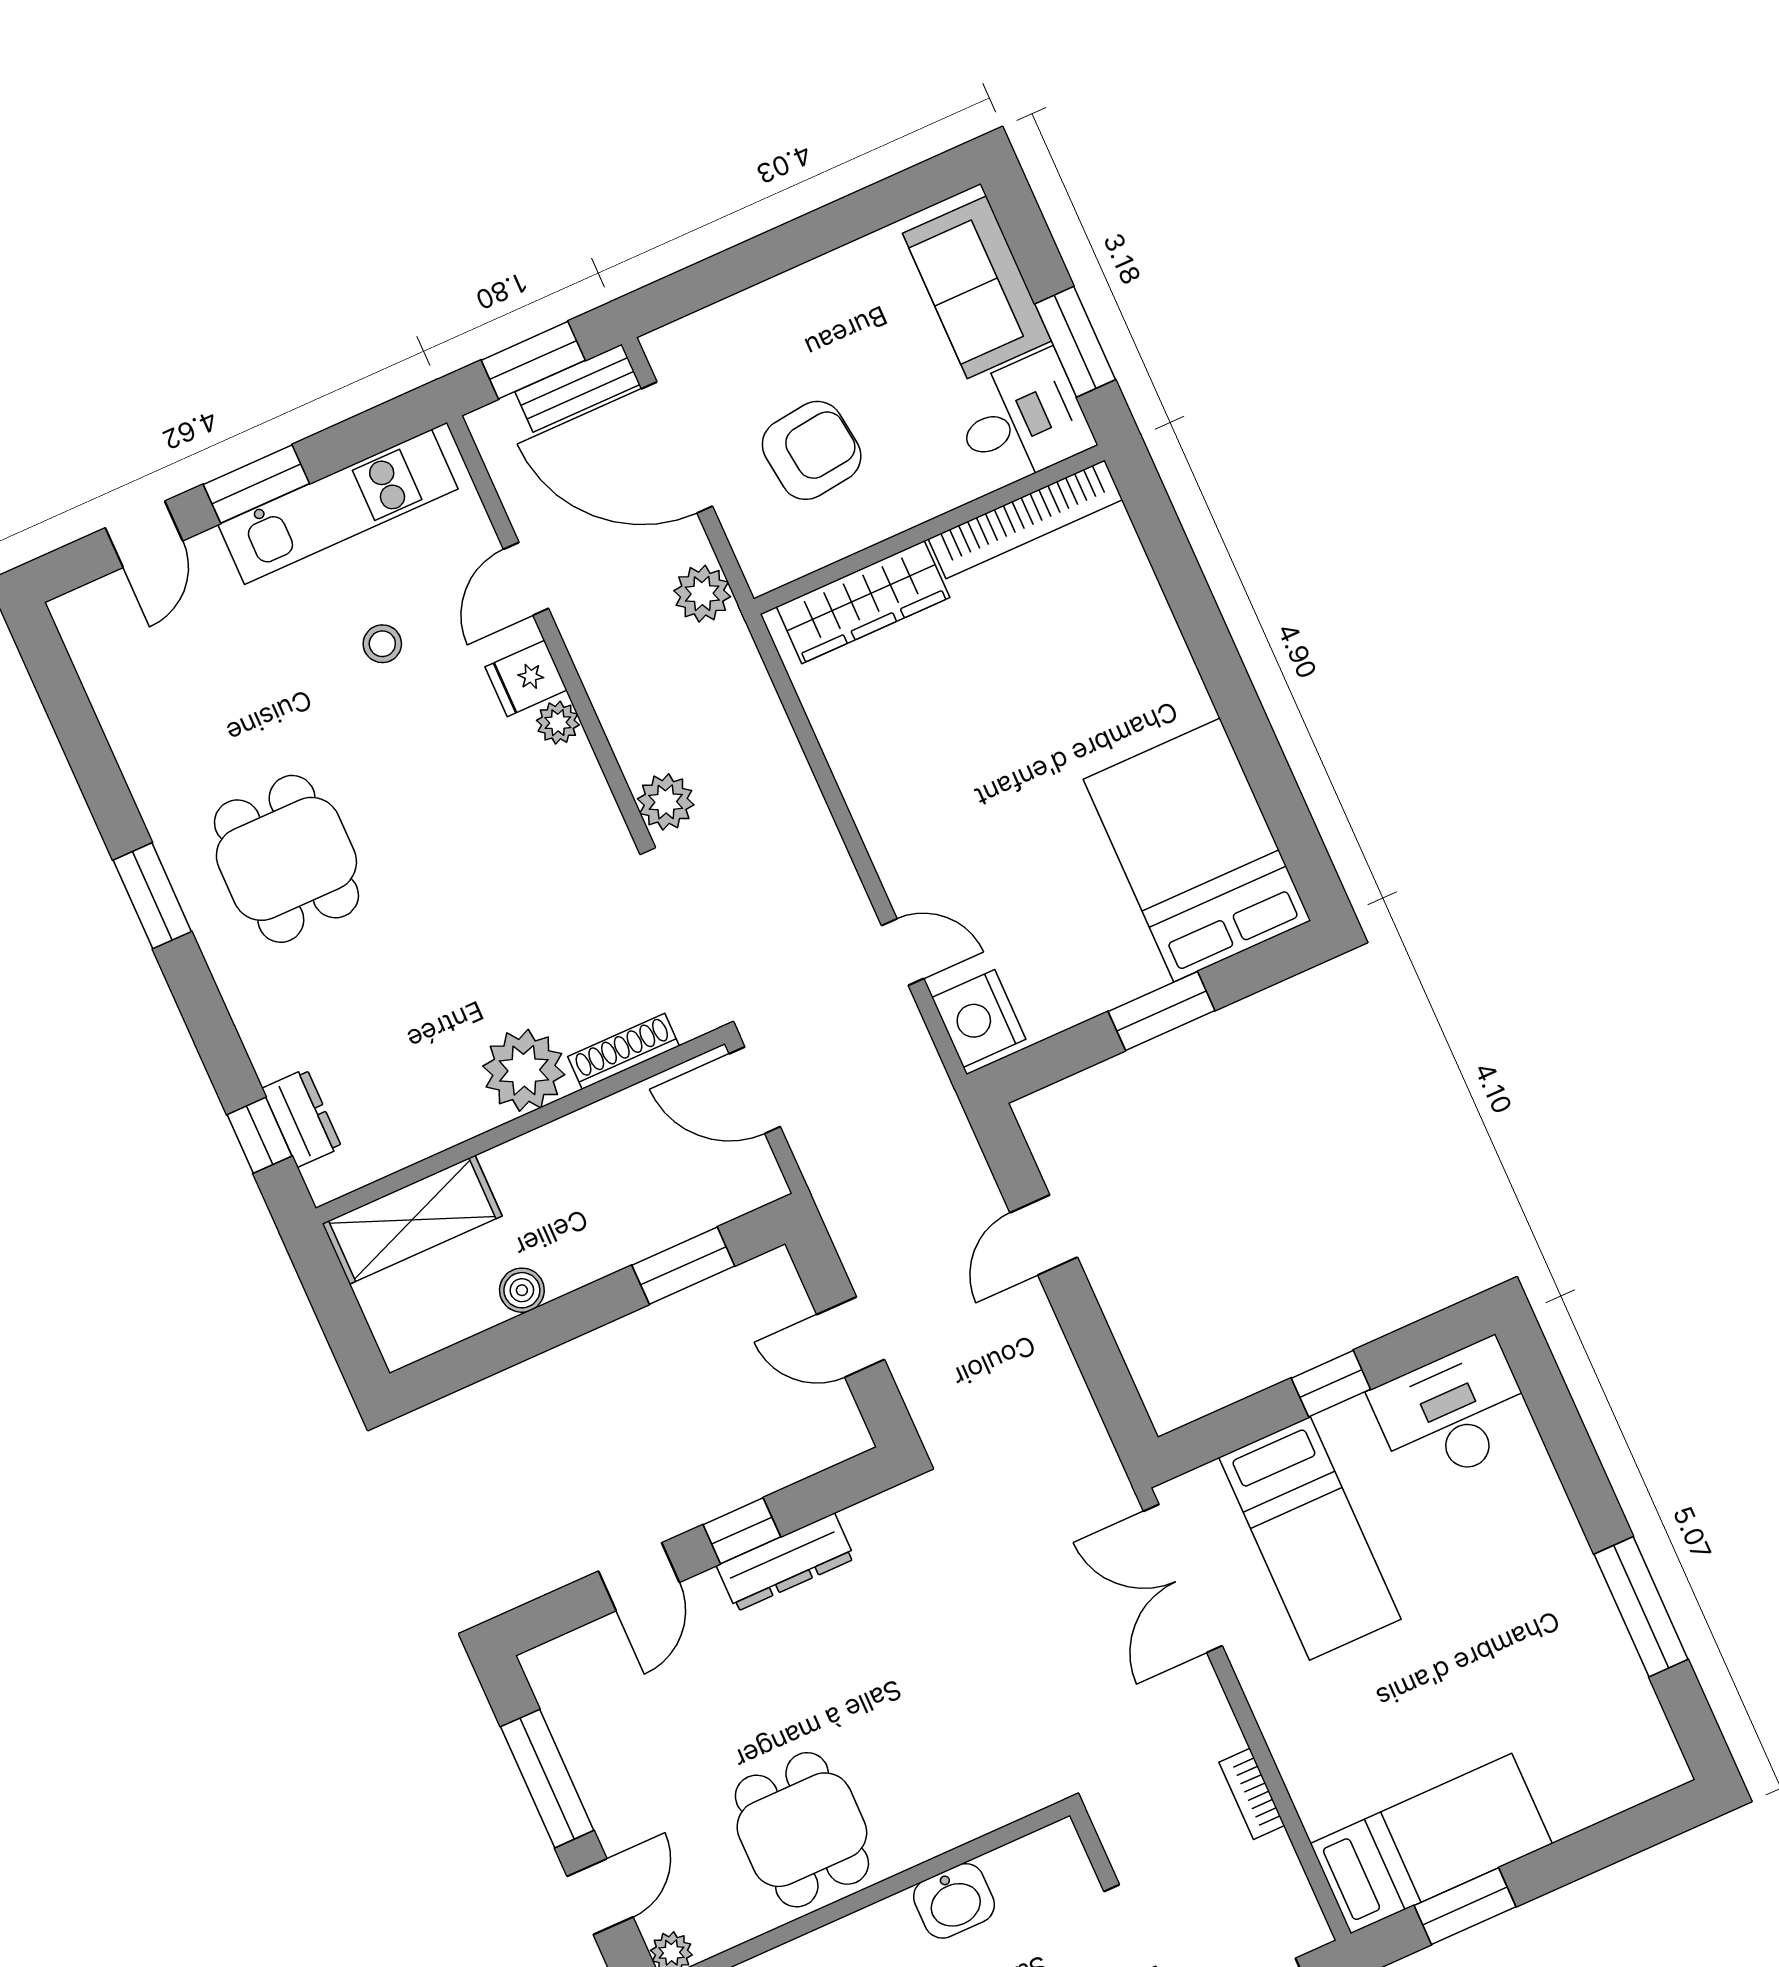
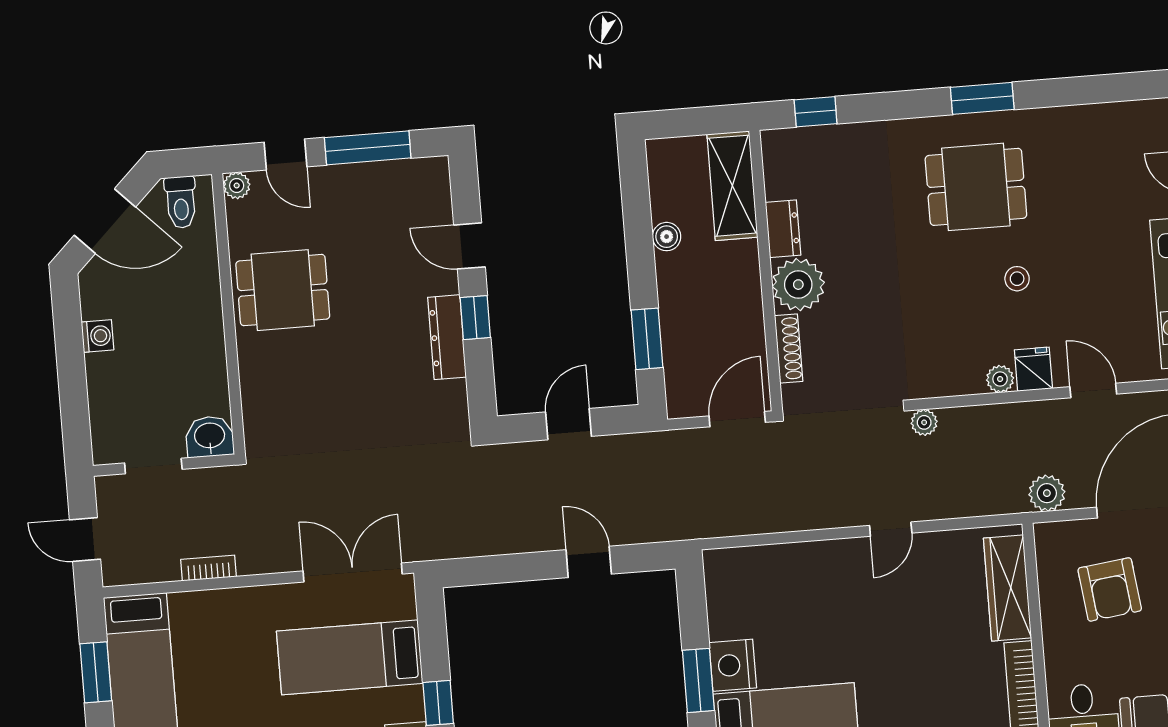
stool: (382, 644) -> (1017, 279), moved
plant: (666, 802) -> (924, 422), width x0.73, depth x0.73
door: (903, 952) -> (891, 529), moved
nightstand: (979, 1018) -> (733, 665), moved, turned -90
dresser: (302, 1118) -> (783, 229), moved, turned -90
washbasin: (954, 1901) -> (210, 437), moved, turned 90

